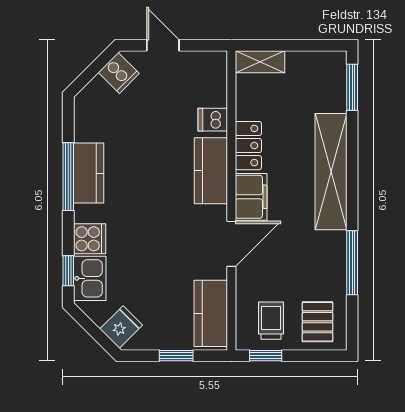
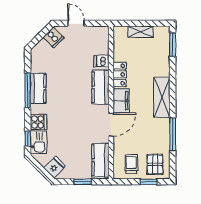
shelving: (260, 62) -> (140, 32), moved
shelving: (331, 172) -> (162, 97), width x0.68
window: (266, 356) -> (149, 182), moved

